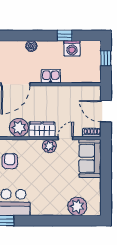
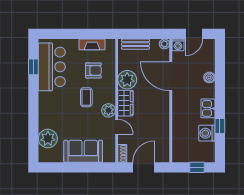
boiler: (31, 46) -> (209, 77), moved
kitchen sink: (51, 76) -> (208, 108), moved, turned 180
sofa: (90, 158) -> (83, 151), moved
coffee table: (36, 168) -> (86, 97), added

